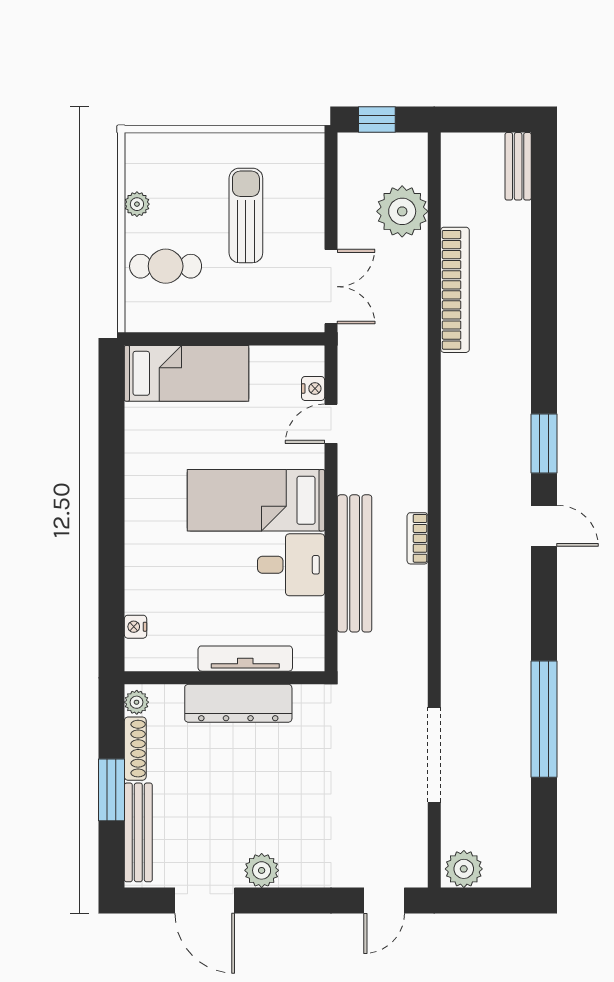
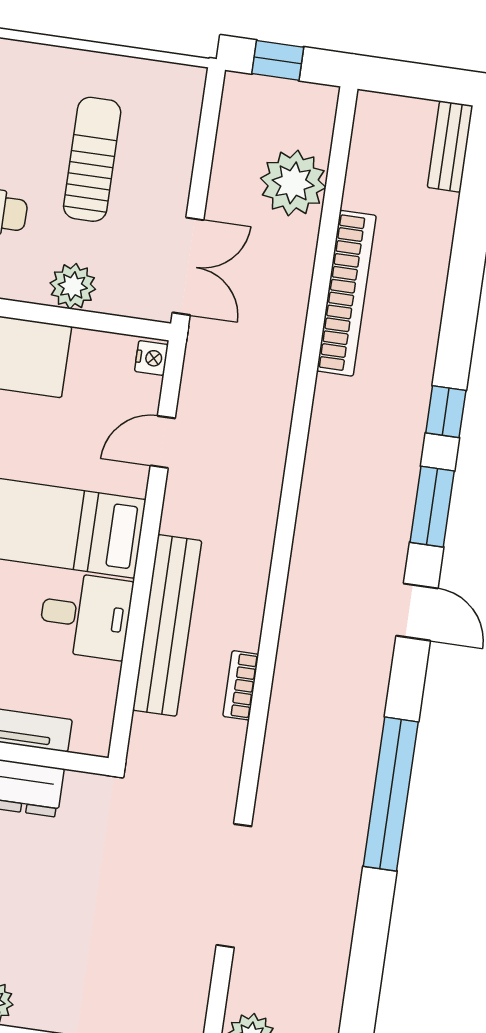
plant: (245, 315) -> (73, 286), added
window: (544, 369) -> (446, 412), added
nightstand: (313, 388) -> (151, 358), moved
bookcase: (417, 538) -> (241, 685), moved
window: (544, 719) -> (391, 794), moved

